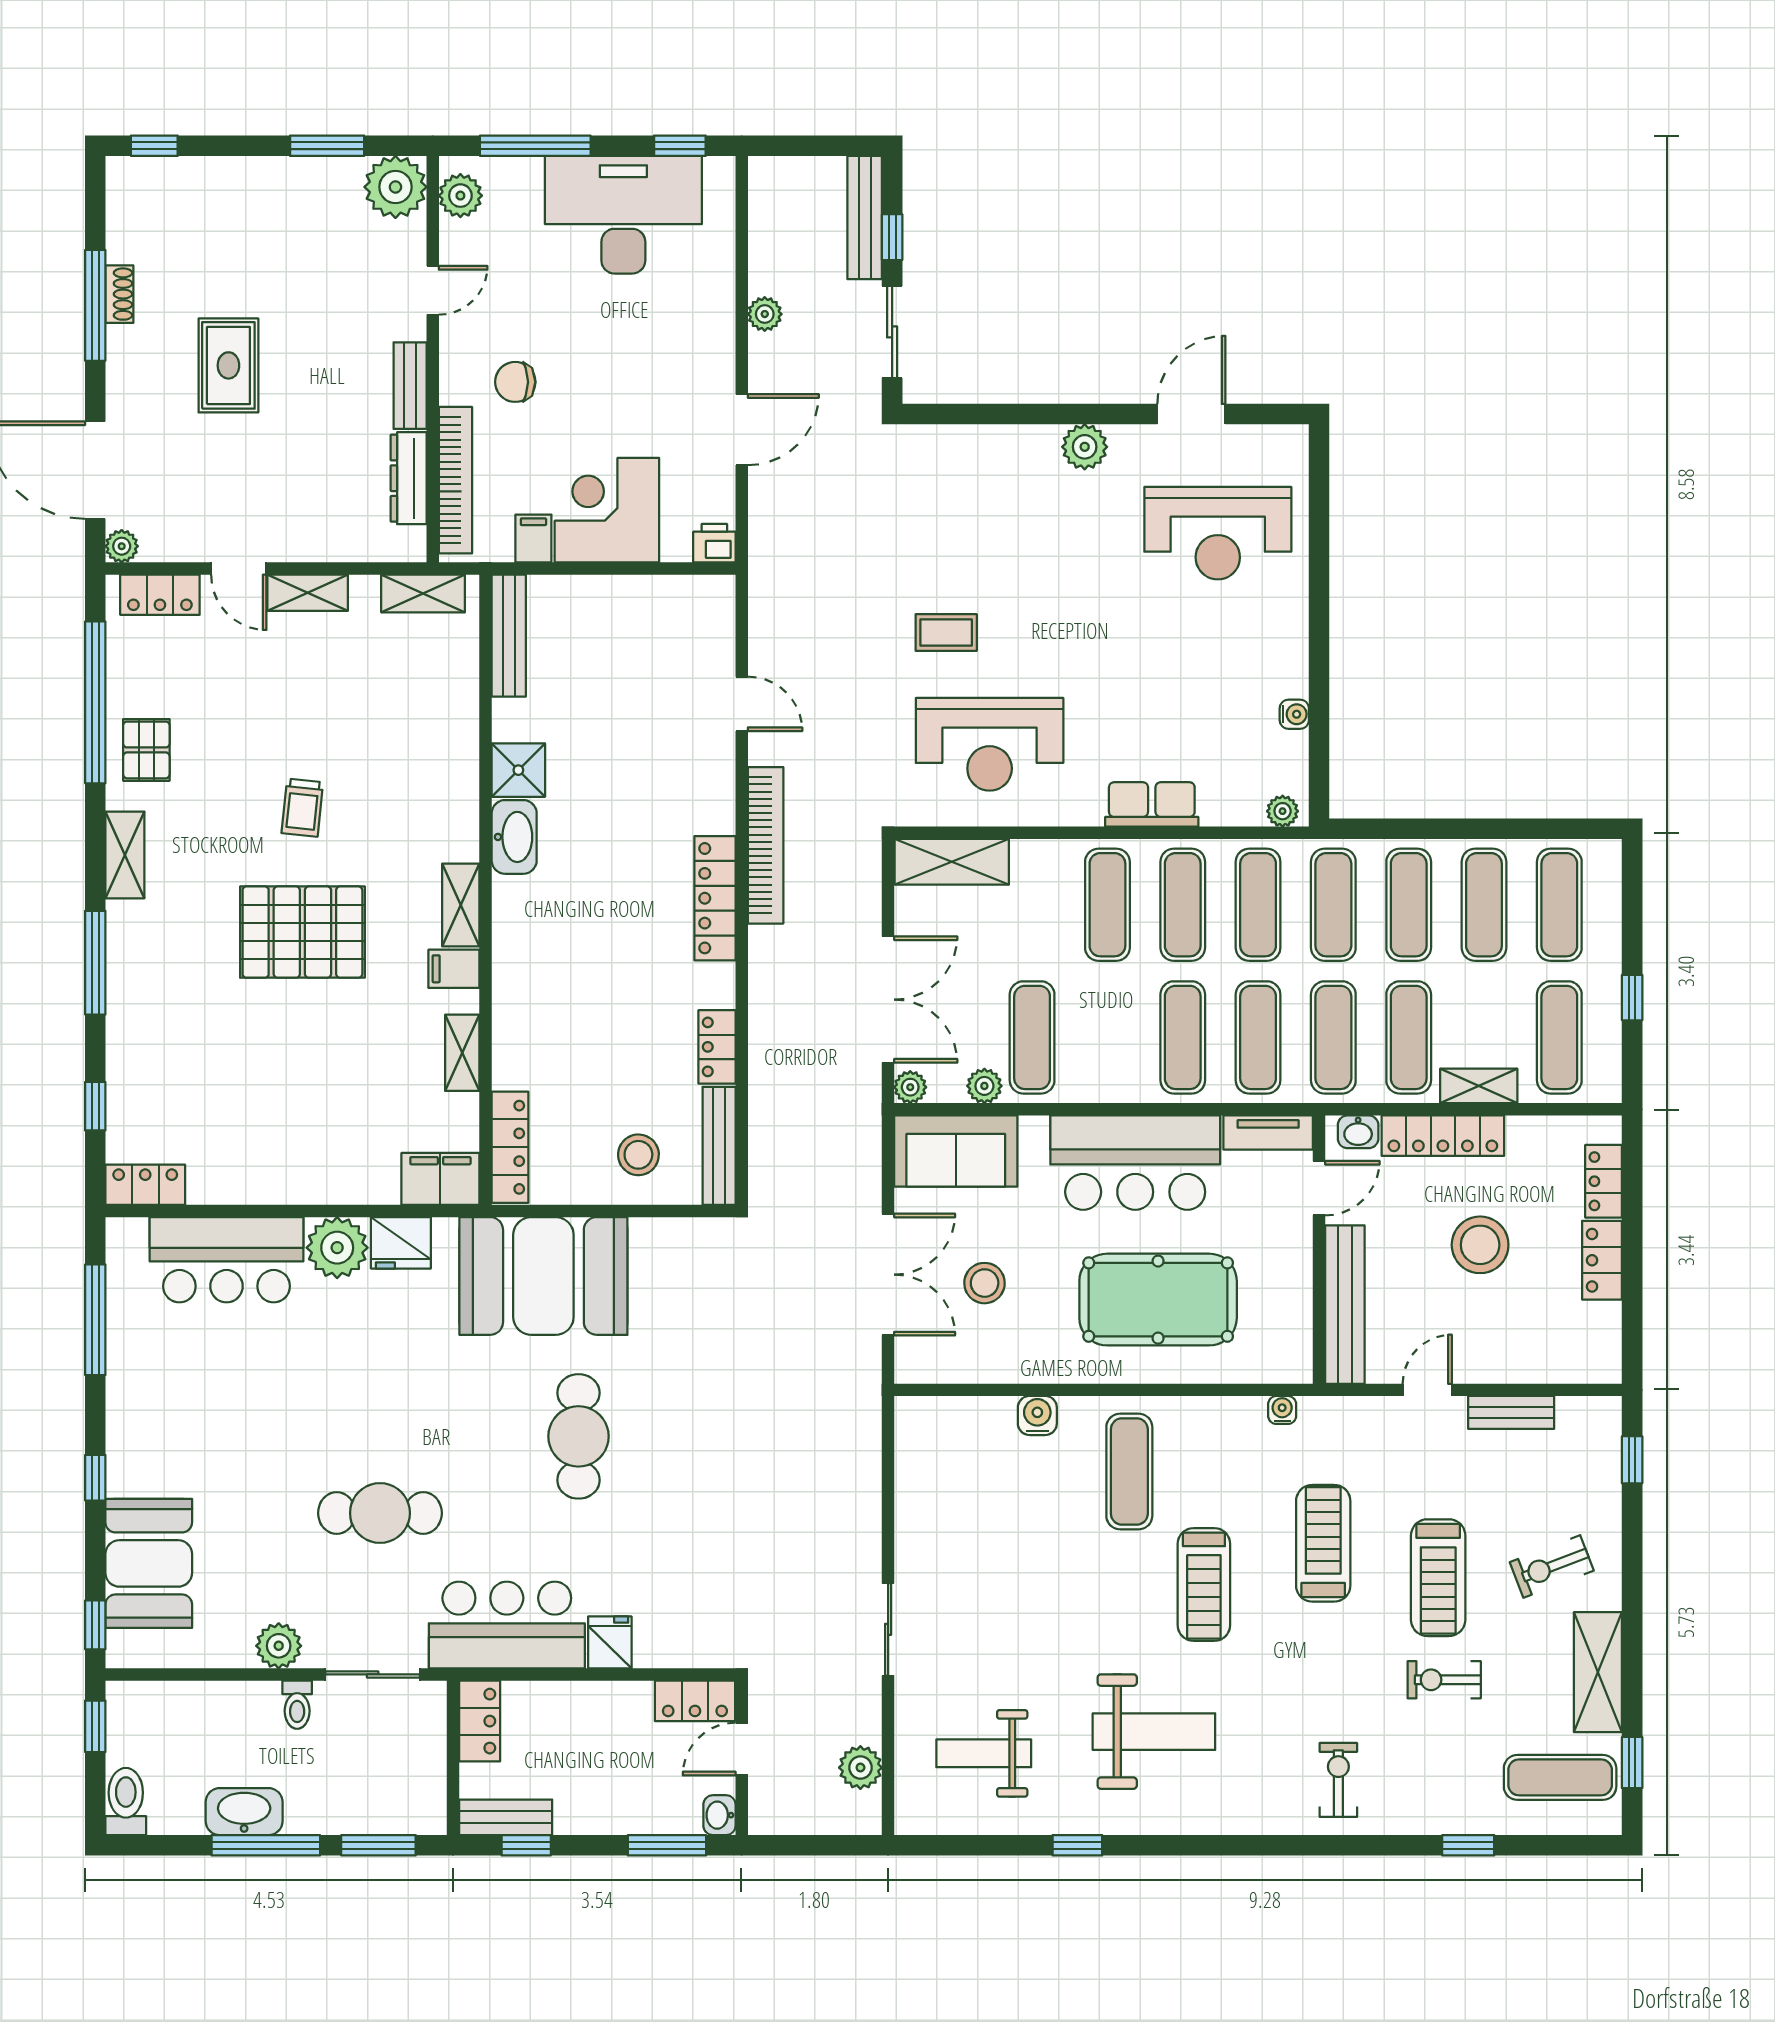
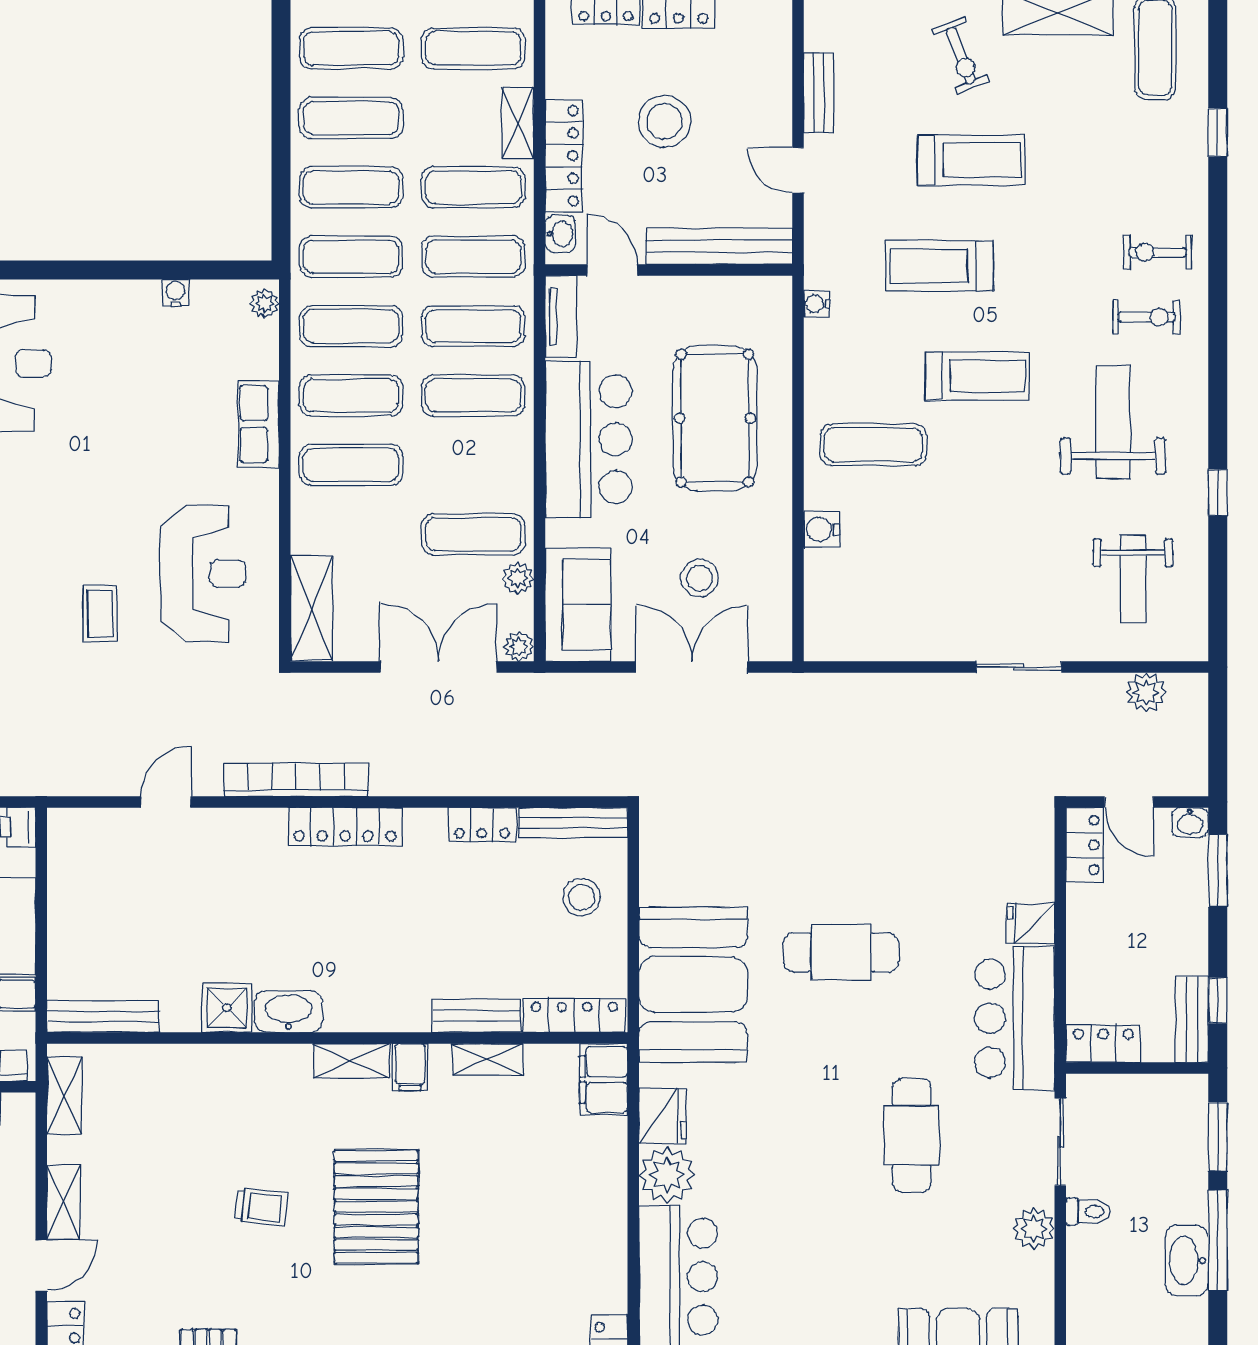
bench: (510, 1041) -> (477, 1016), added
exercise bike: (1444, 1680) -> (1146, 317), moved, turned -90

